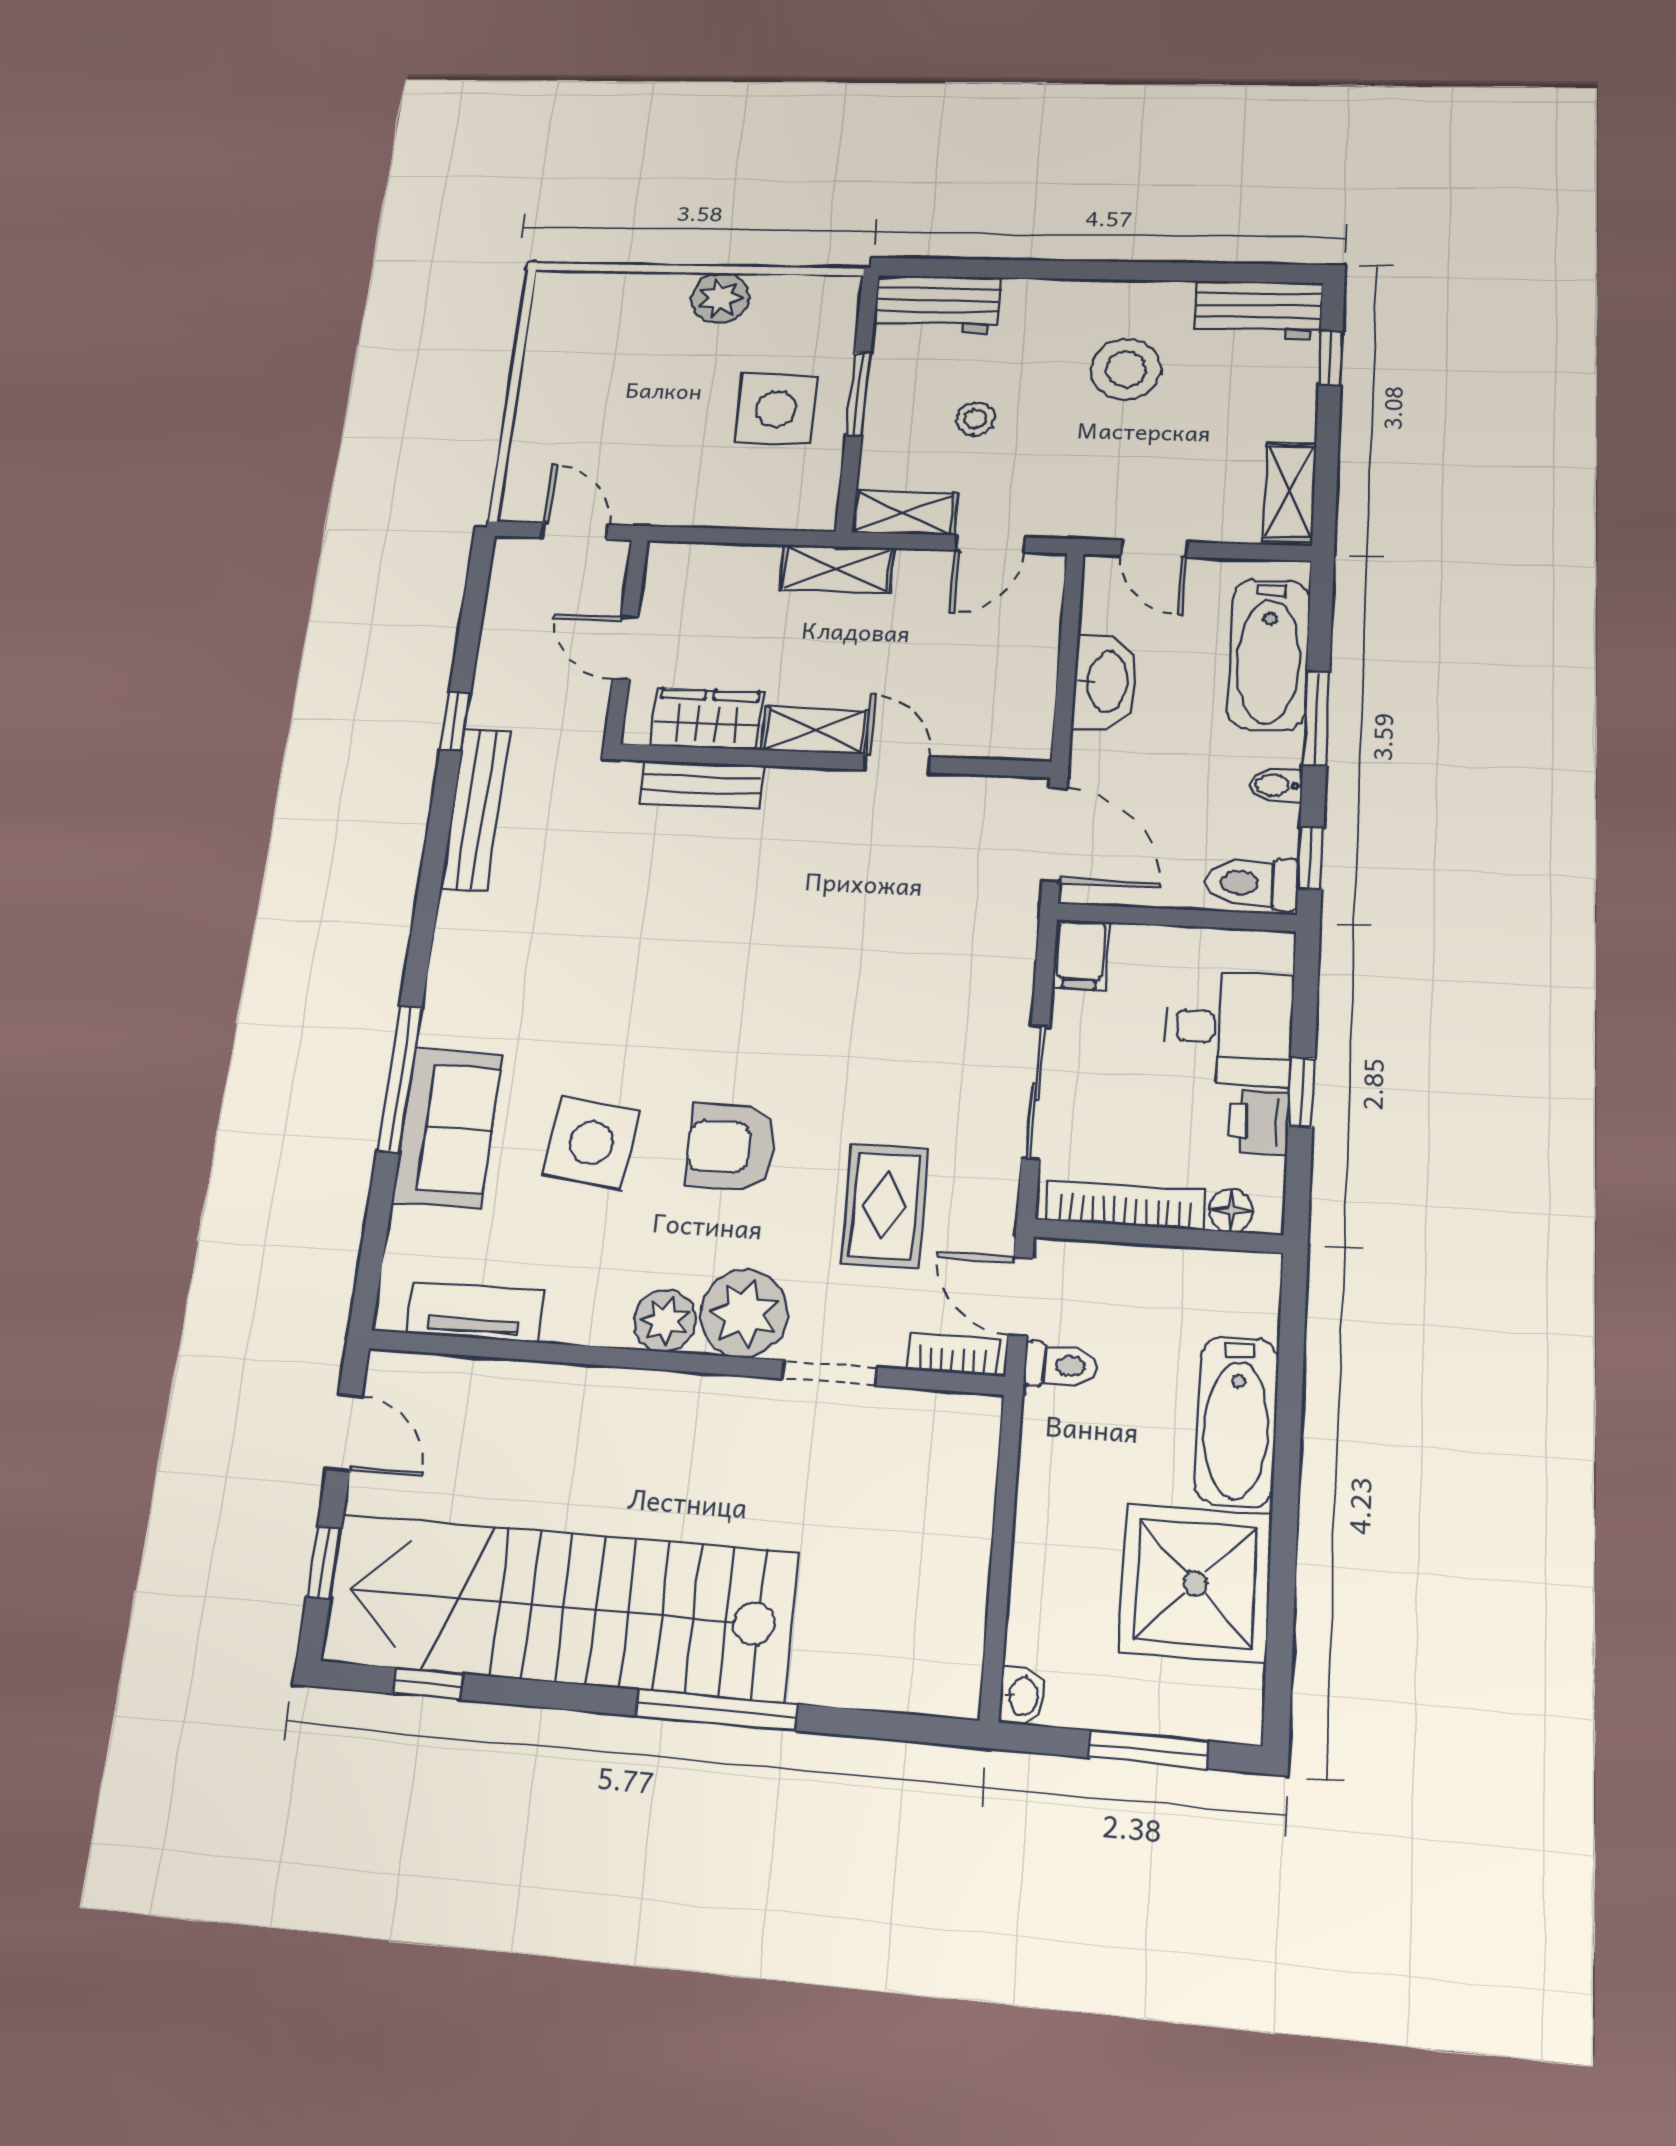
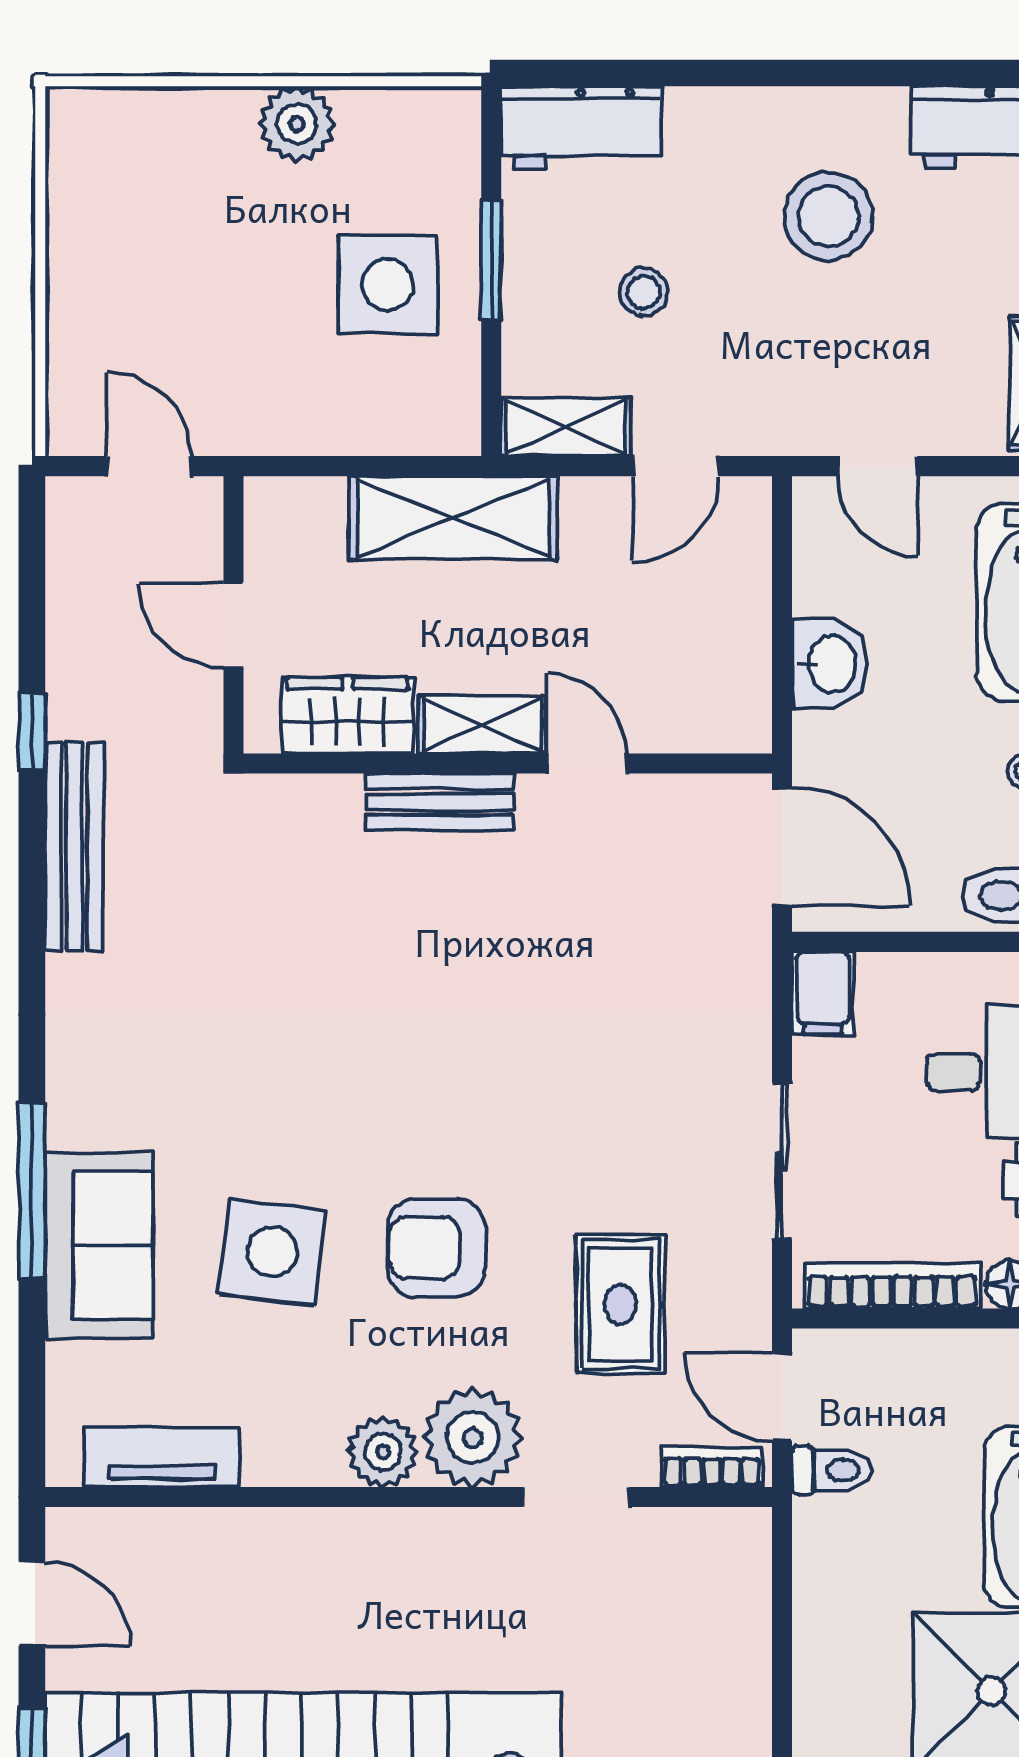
shelving: (837, 569) -> (453, 518), width x1.50, depth x1.33
washbasin: (1106, 682) -> (830, 664), width x0.72
bench: (702, 785) -> (440, 802), moved

